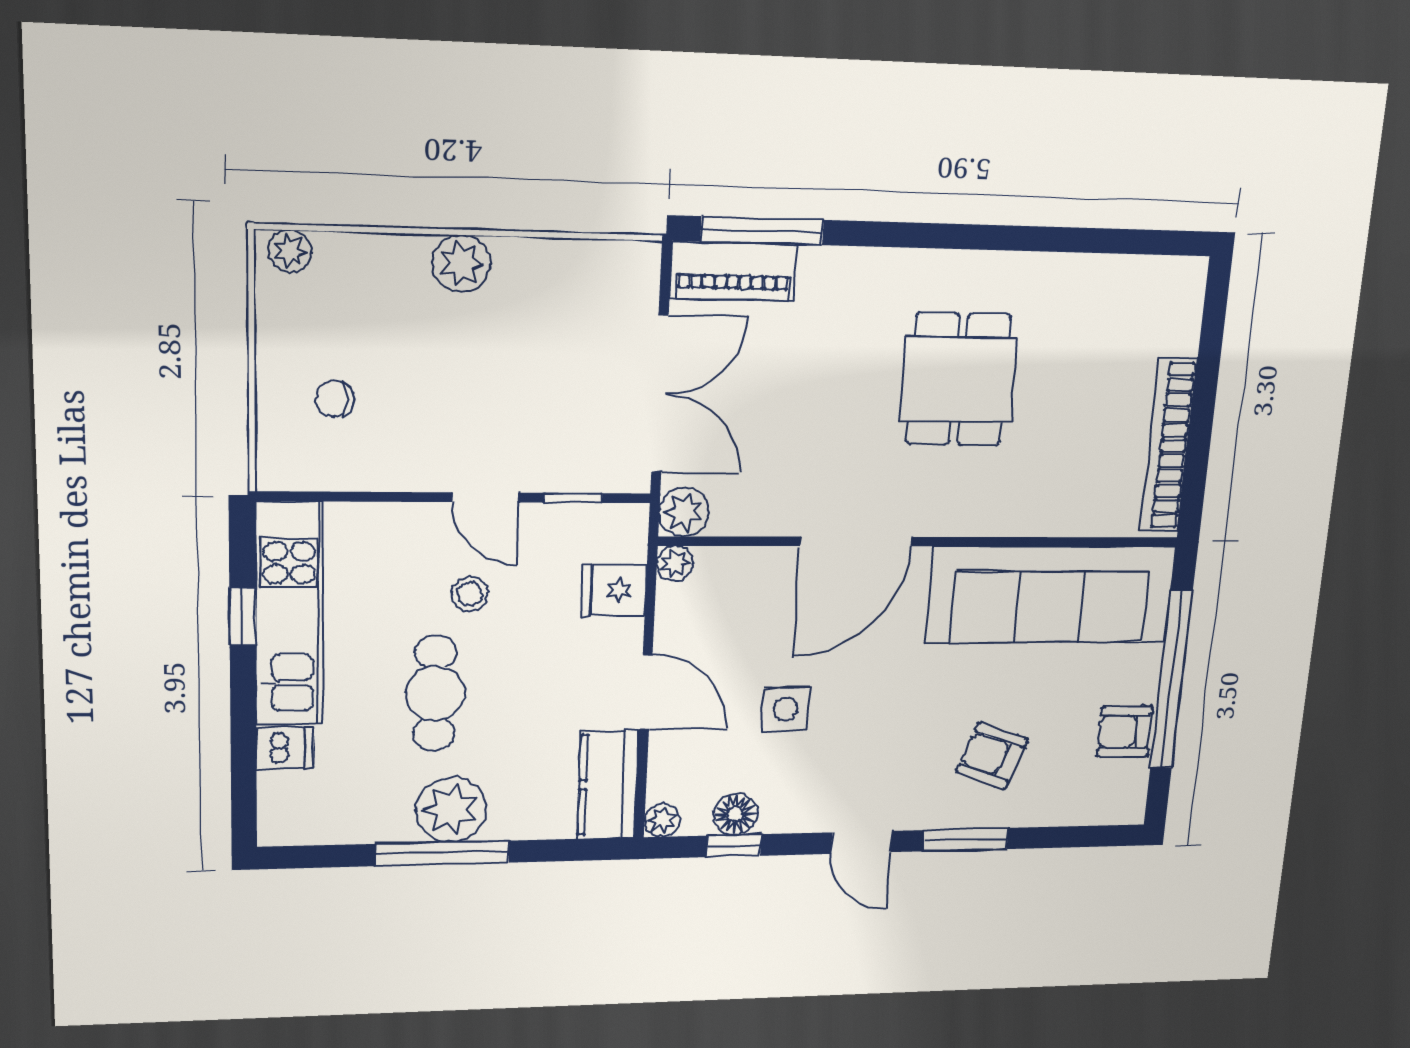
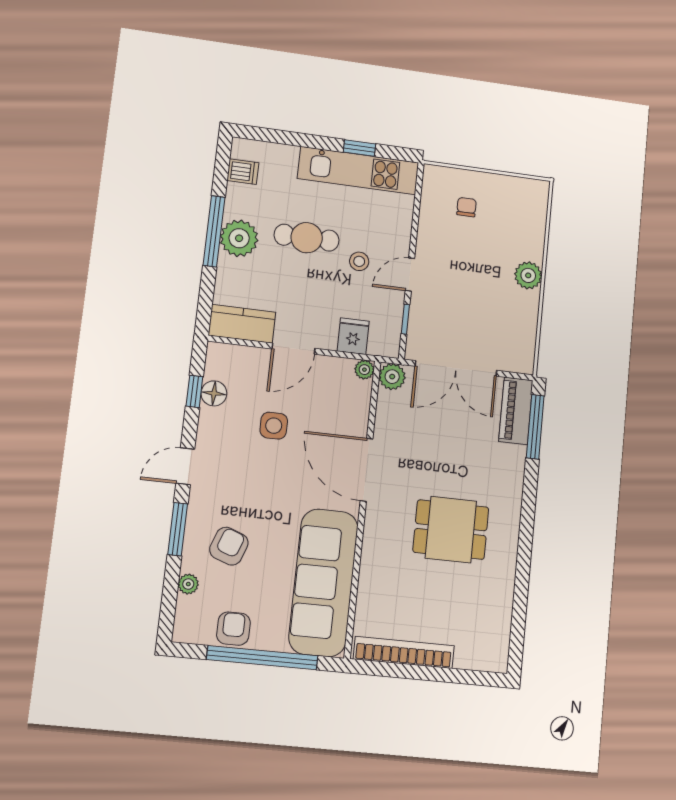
plant: (290, 251) -> (539, 196), removed
dishwasher: (285, 748) -> (243, 172), moved, turned -90
plant: (662, 820) -> (188, 584), moved

